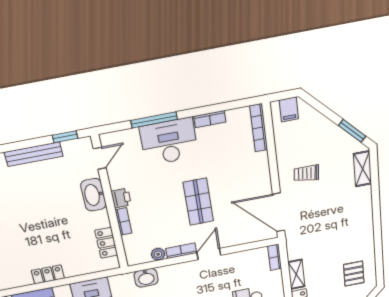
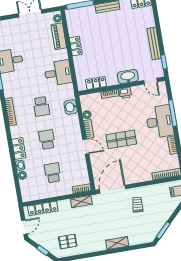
shelving: (363, 169) -> (117, 243), moved
shelving: (296, 274) -> (81, 201), moved

